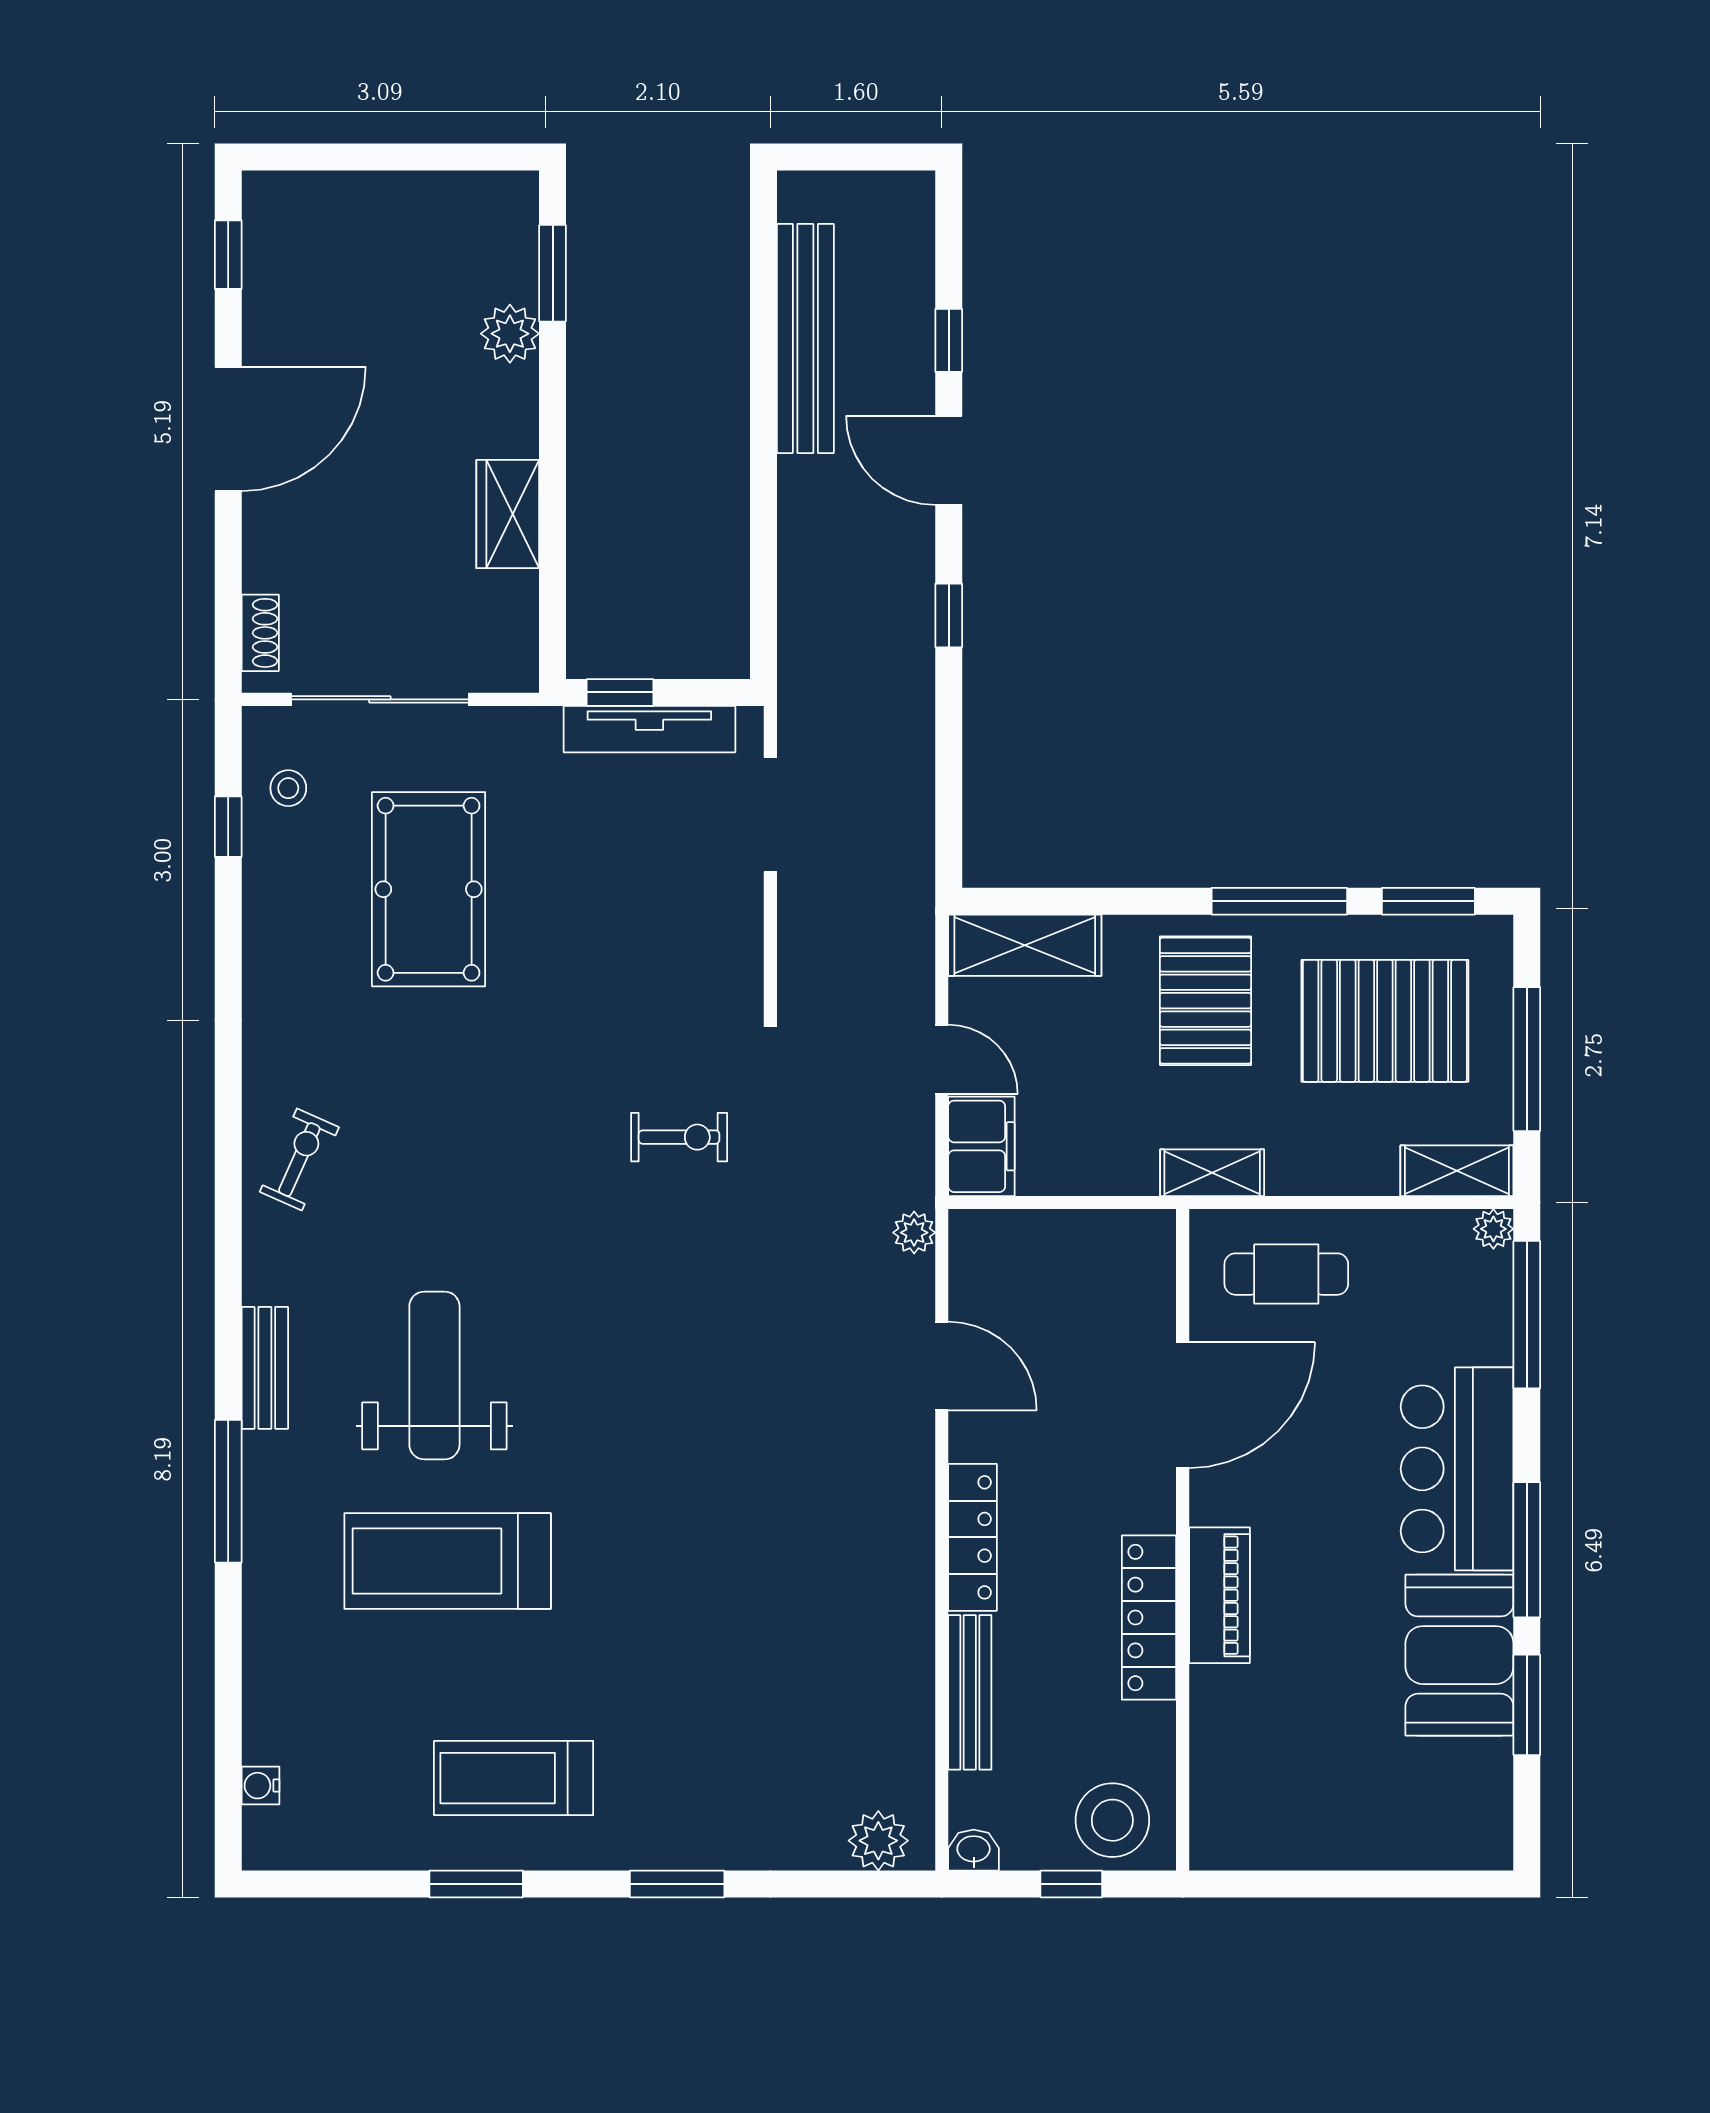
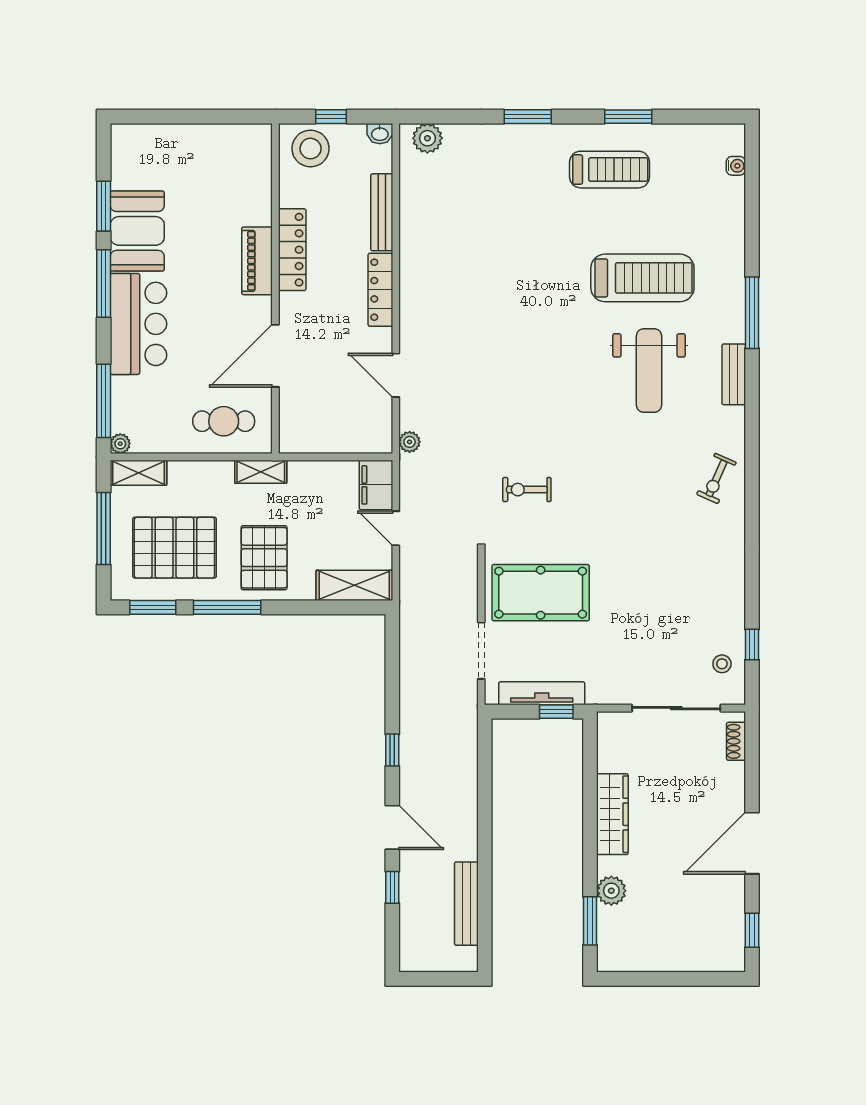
bench: (805, 339) -> (466, 904), width x0.73, depth x0.82
wardrobe: (508, 514) -> (612, 814), width x1.50
pool table: (429, 889) -> (541, 593), moved, turned 90

